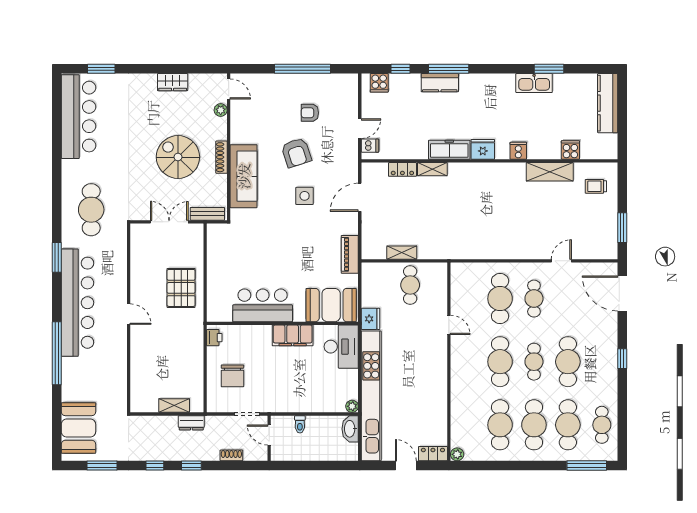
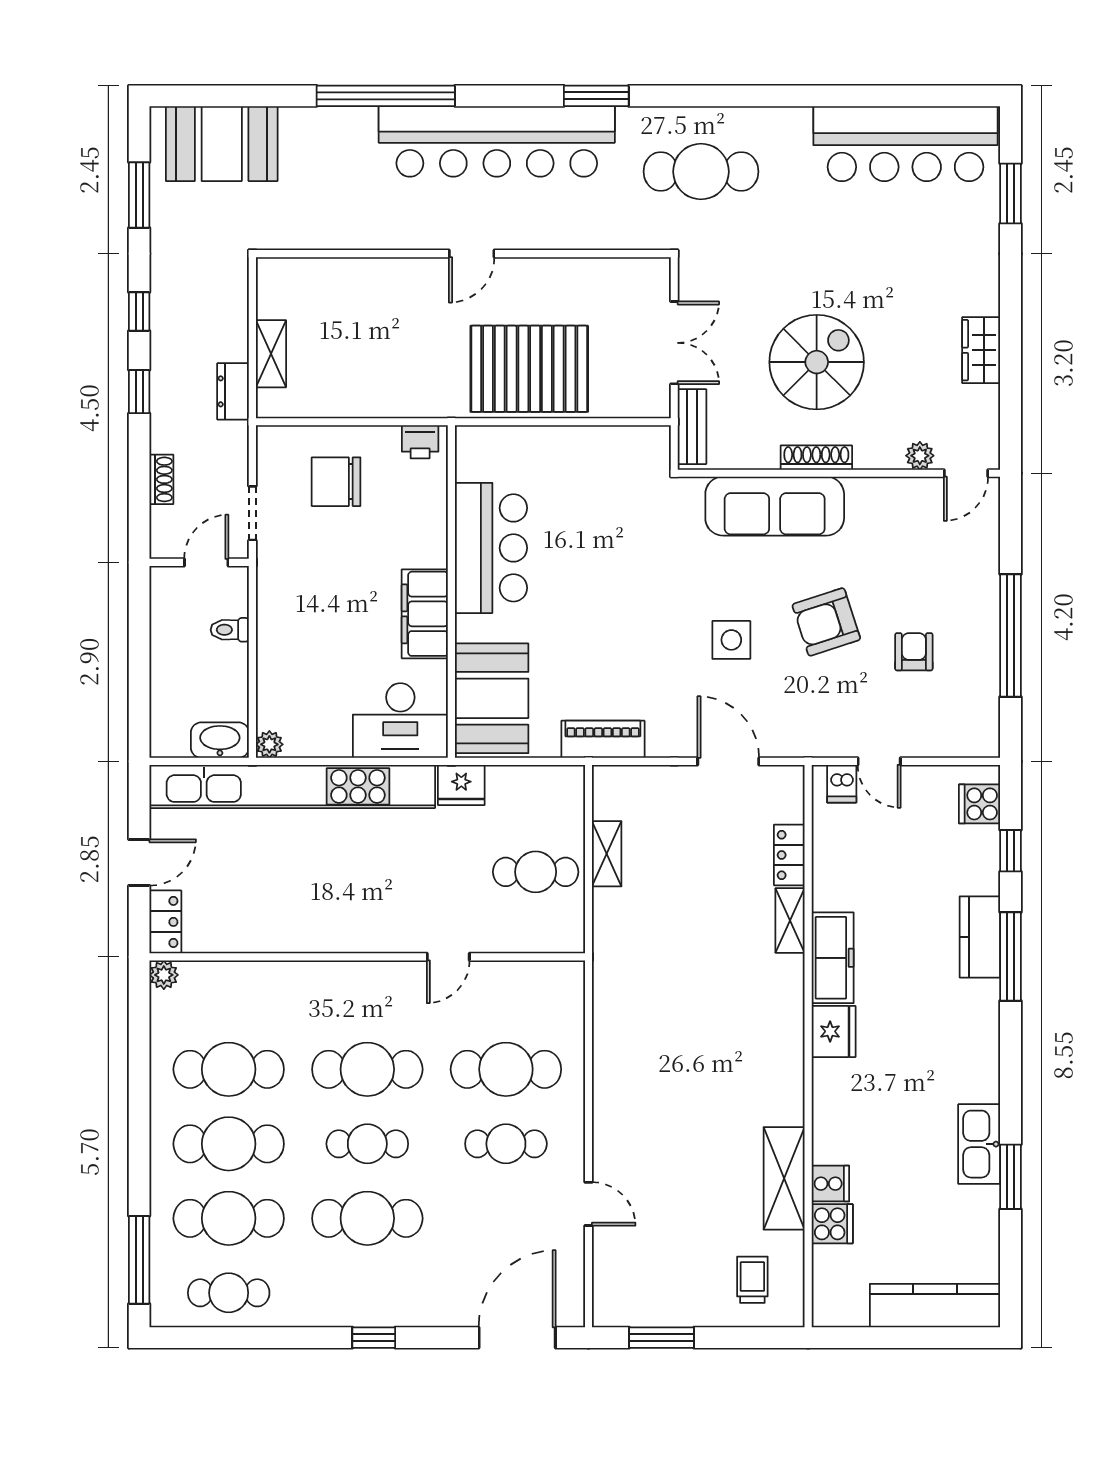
cooker: (518, 151) -> (830, 1184), moved
pallet: (181, 288) -> (529, 369), width x1.37, depth x1.41

